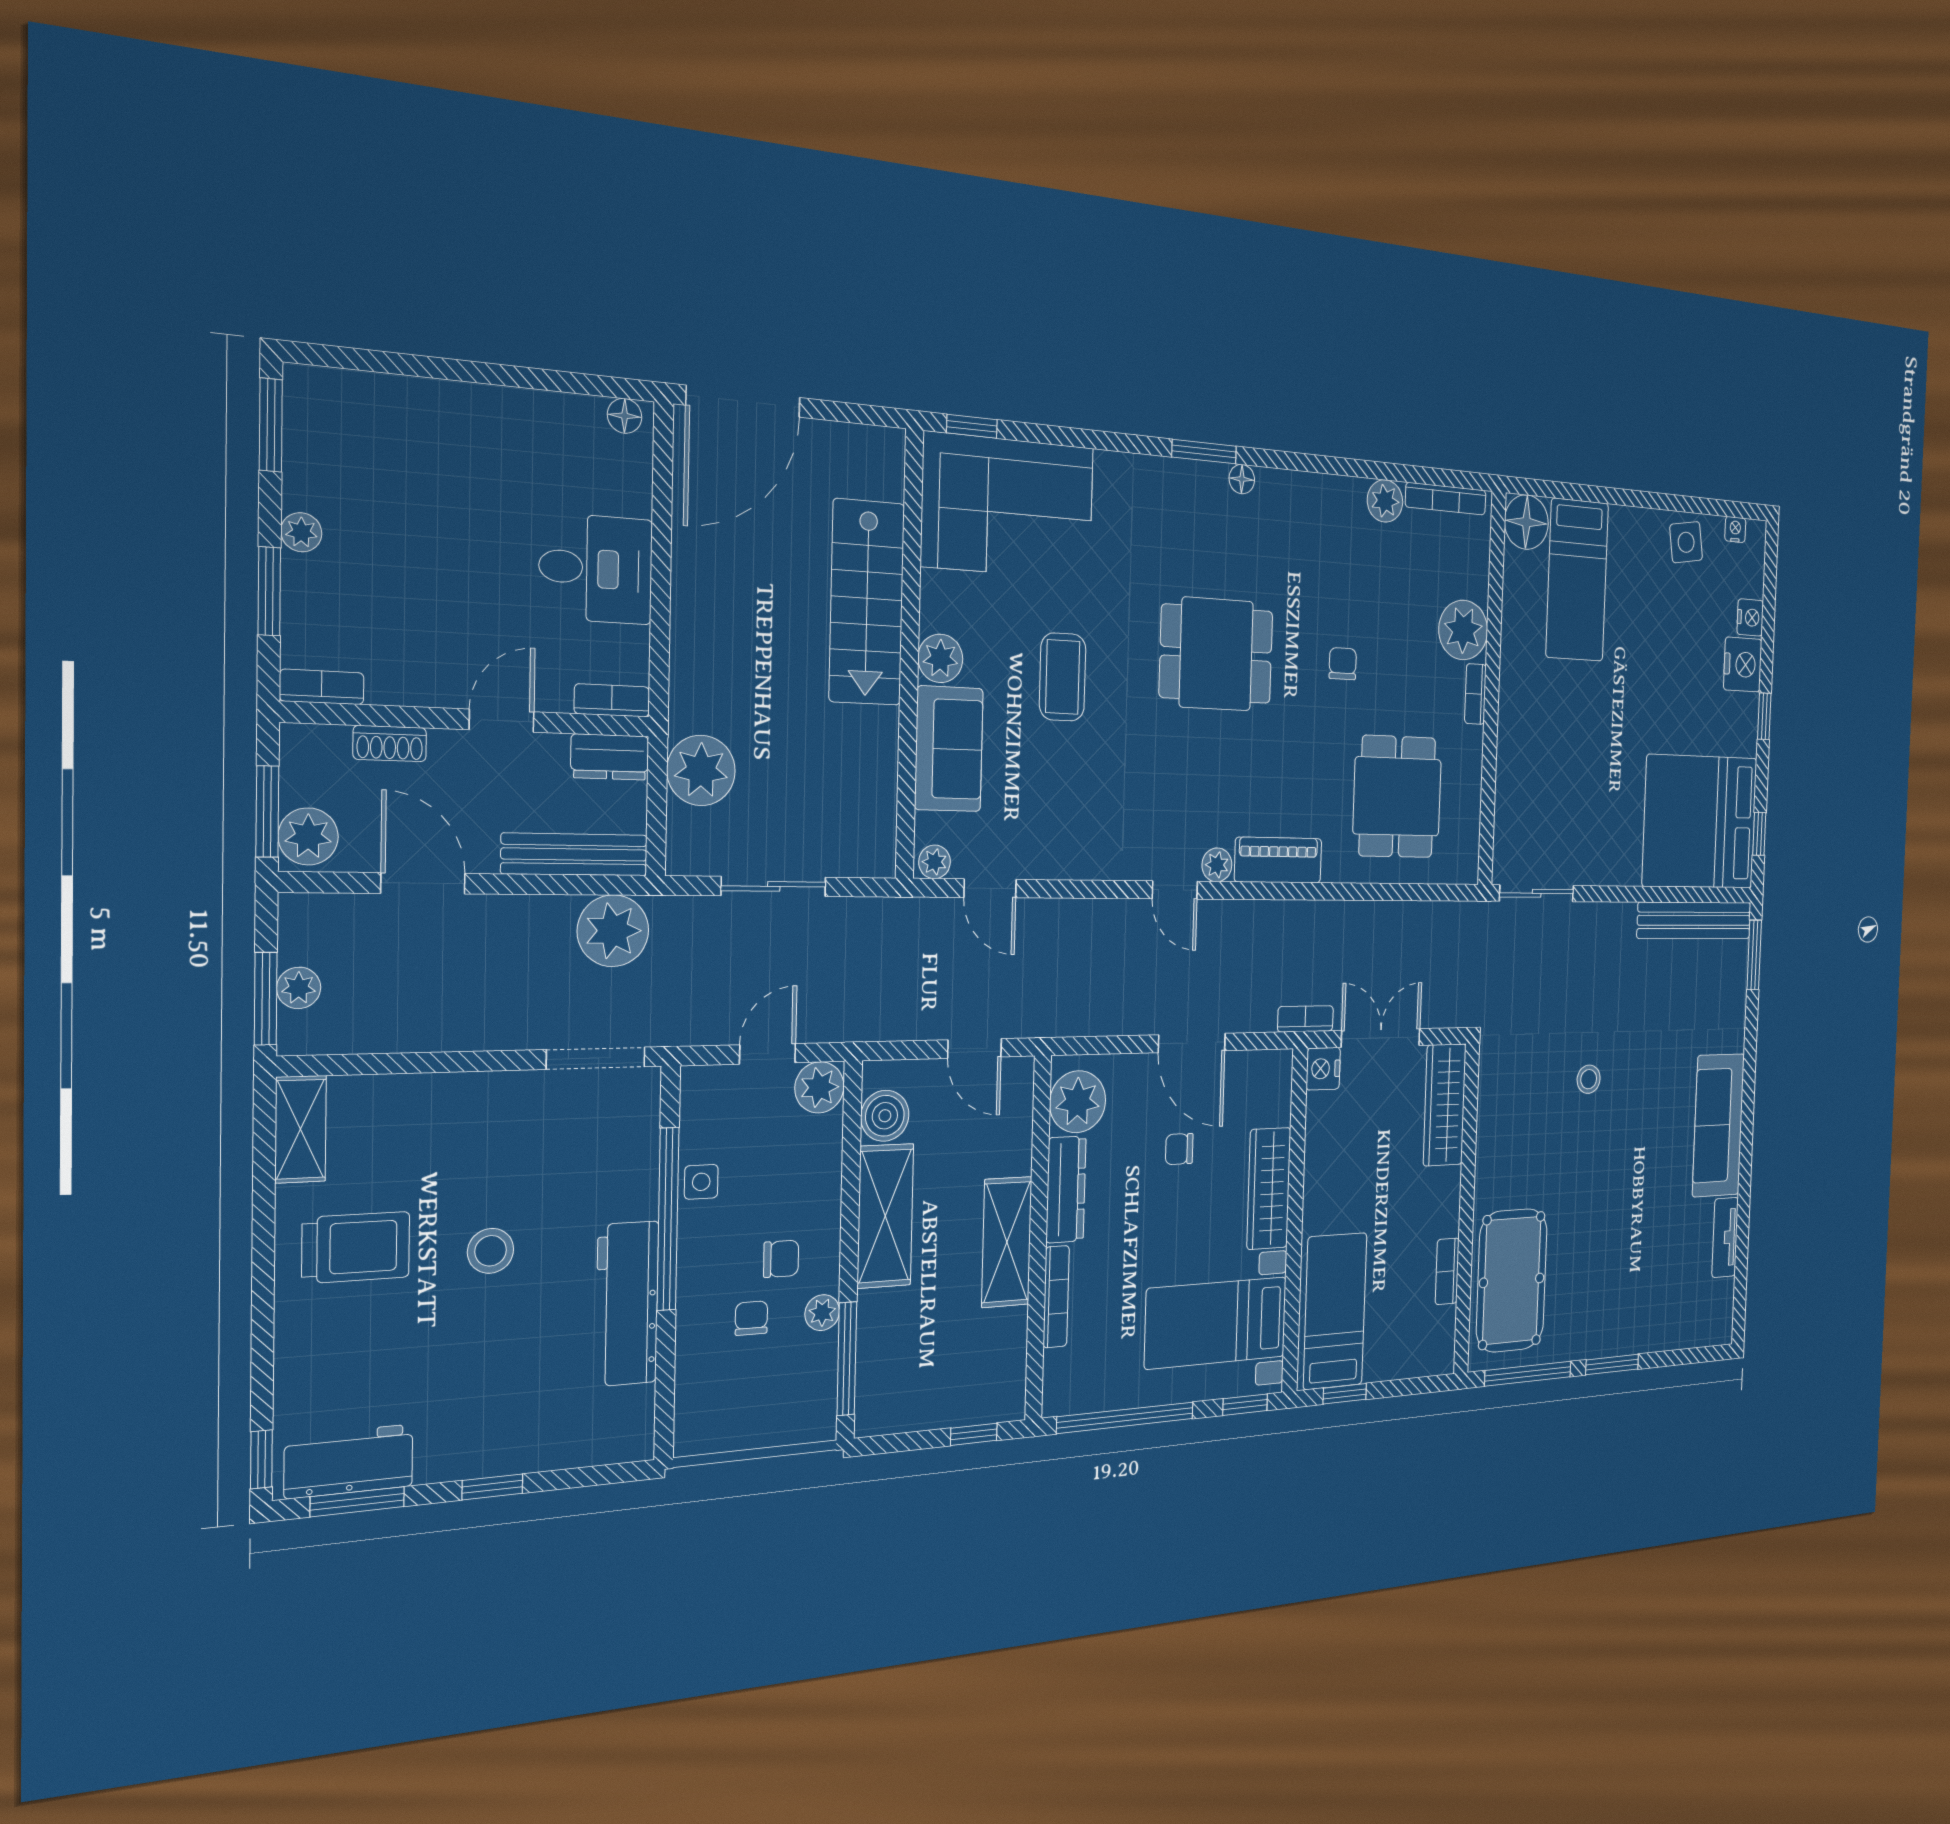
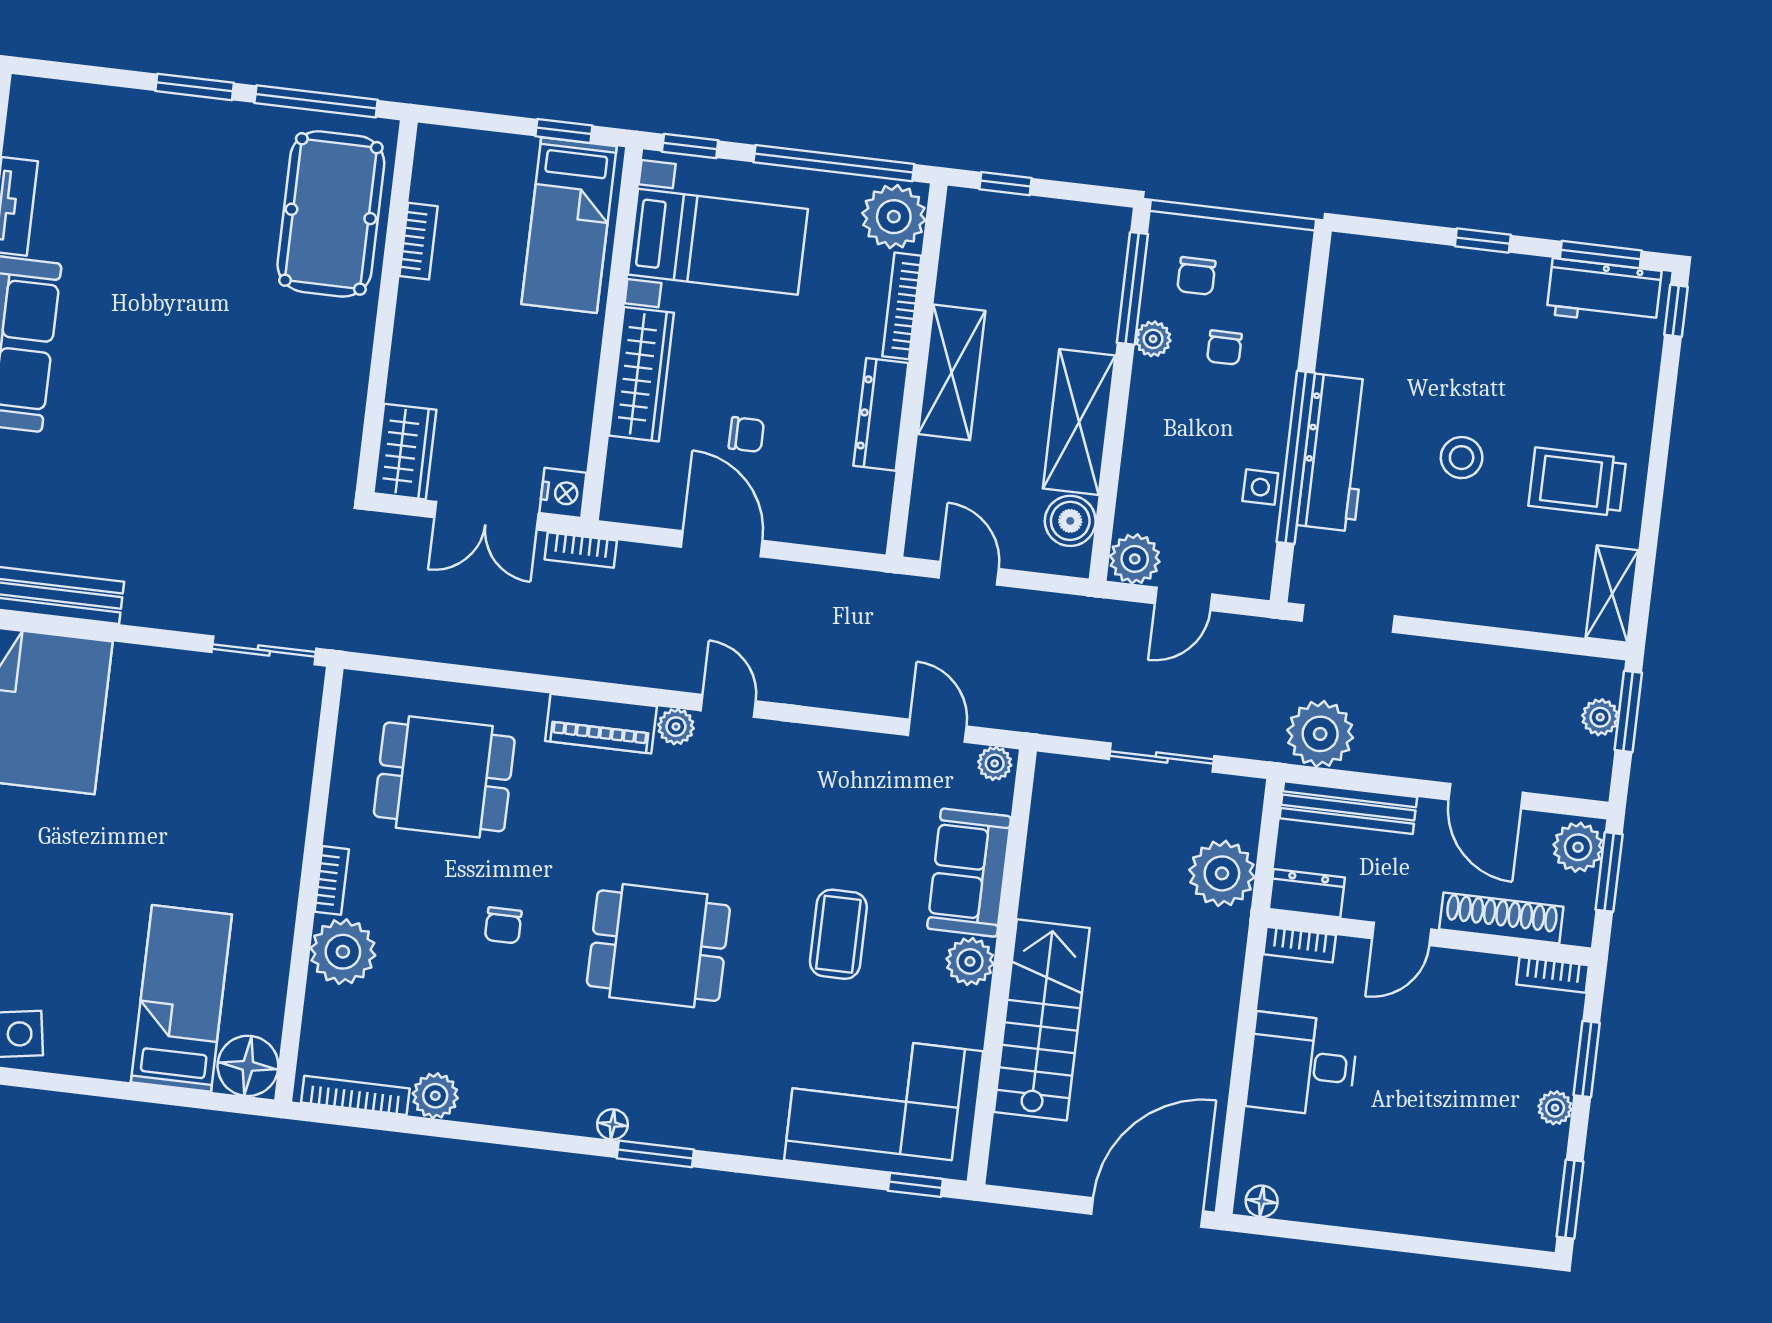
shoe rack: (390, 744) -> (1501, 918), width x1.94, depth x1.24
dining table: (1397, 797) -> (444, 777), turned 90
stool: (1589, 1079) -> (205, 428), removed
plant: (1078, 1102) -> (894, 217), moved
wardrobe: (1445, 1105) -> (405, 452), width x0.67
chair: (781, 1259) -> (1196, 276), moved, turned -90
workbench: (627, 1304) -> (1334, 453), moved

